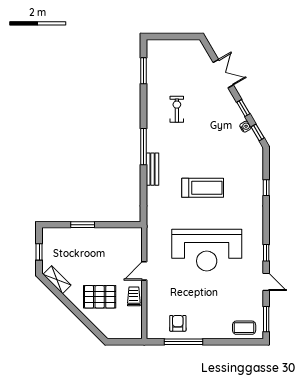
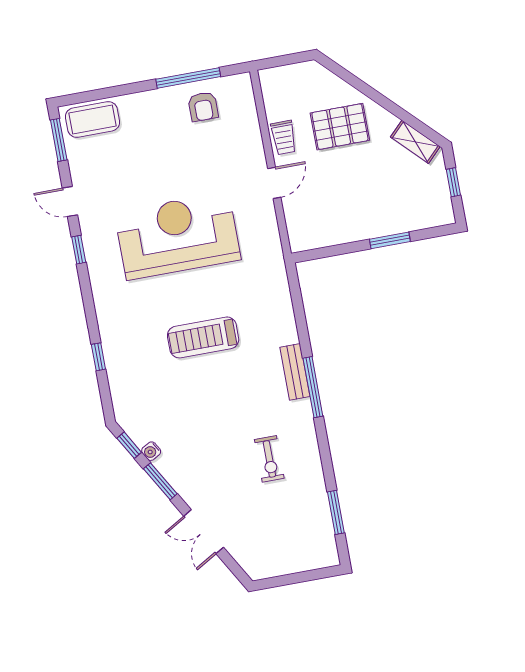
window: (243, 108) -> (160, 481), width x1.50
bench: (152, 169) -> (295, 372), moved
coffee table: (244, 328) -> (93, 119), width x1.36, depth x1.30

